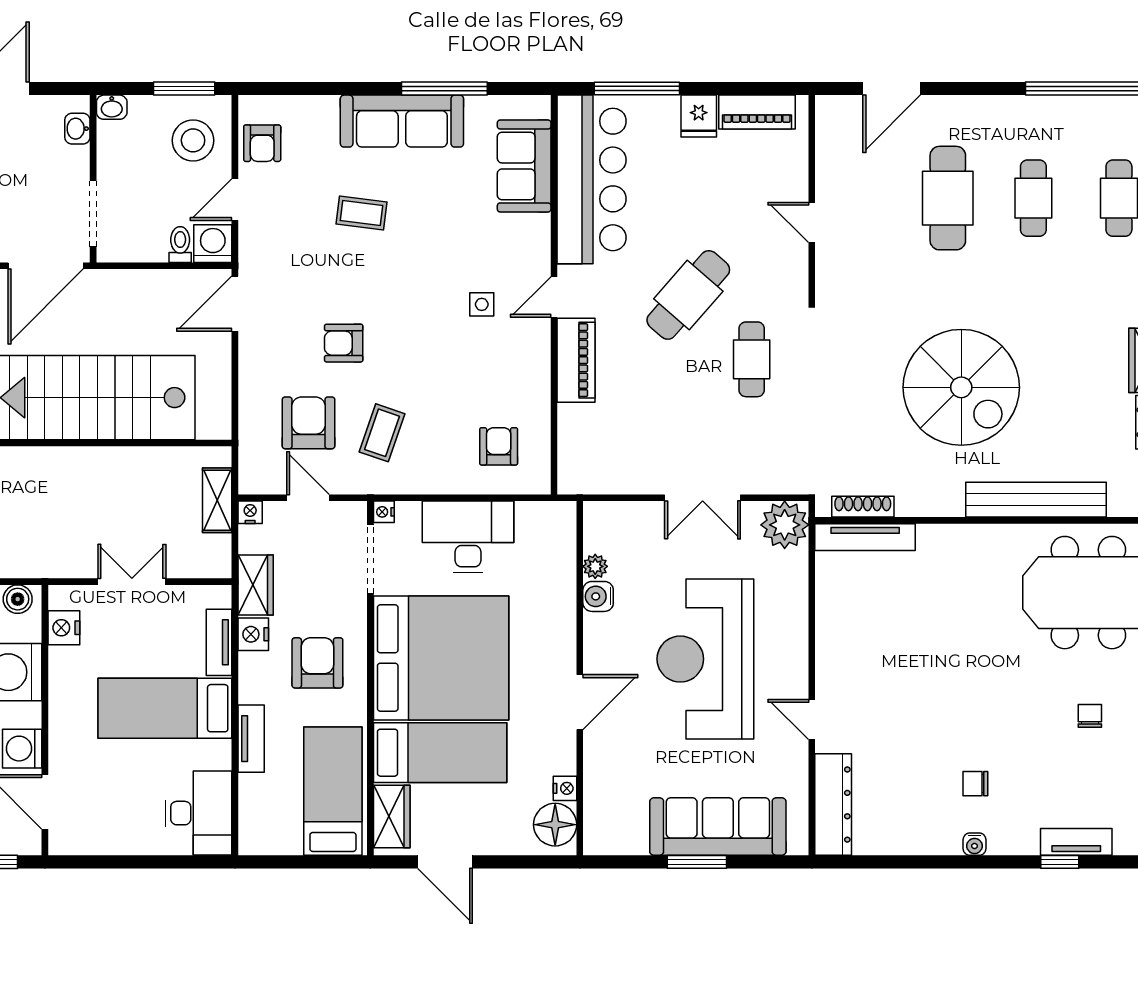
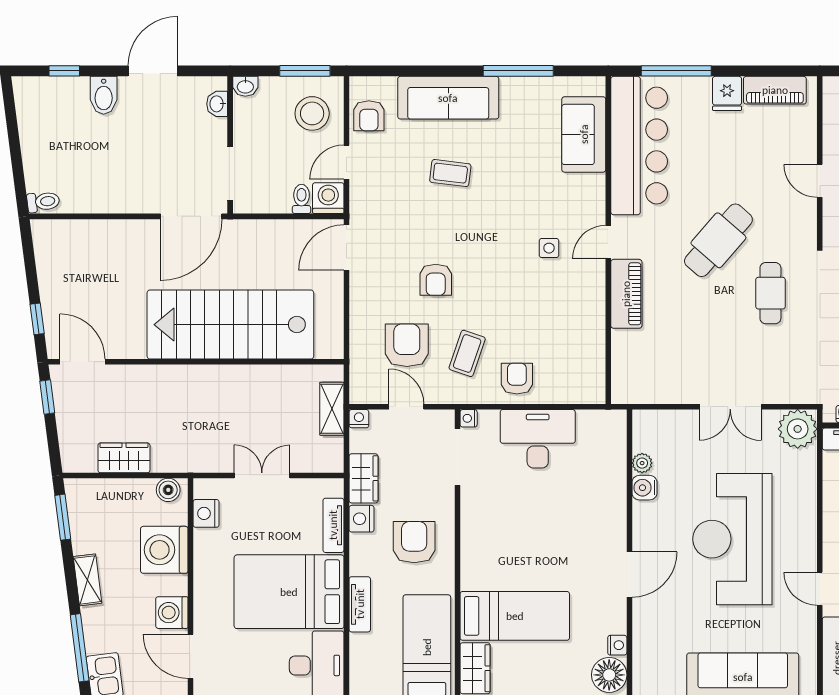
sofa: (402, 121) -> (448, 98), moved
armchair: (344, 343) -> (436, 280), turned -90
armchair: (499, 446) -> (517, 379), moved
bed: (441, 658) -> (516, 538), removed
bed: (165, 708) -> (289, 592), width x1.50

